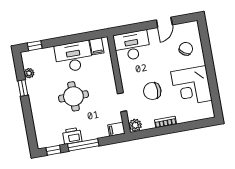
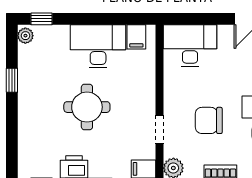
plant: (29, 73) -> (25, 36), moved

